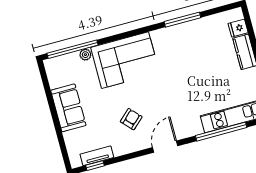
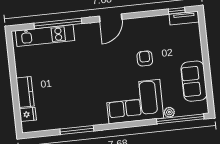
sofa: (68, 108) -> (194, 81), moved
armchair: (131, 119) -> (145, 58), moved, turned 133
tv unit: (97, 156) -> (184, 18), moved

